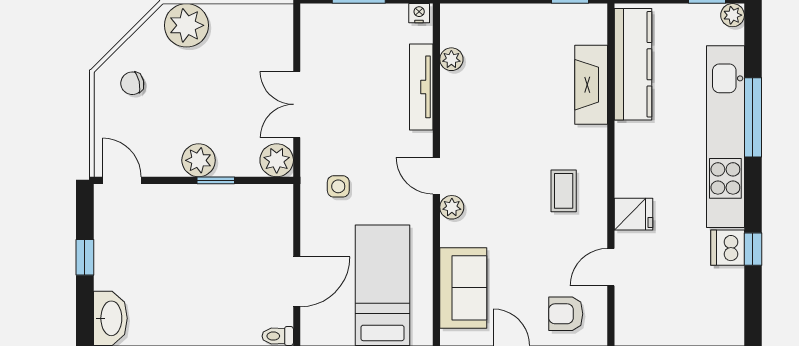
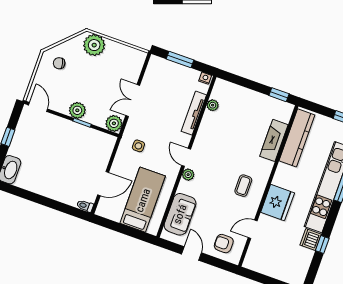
fridge: (634, 214) -> (278, 203), width x1.88, depth x1.34

